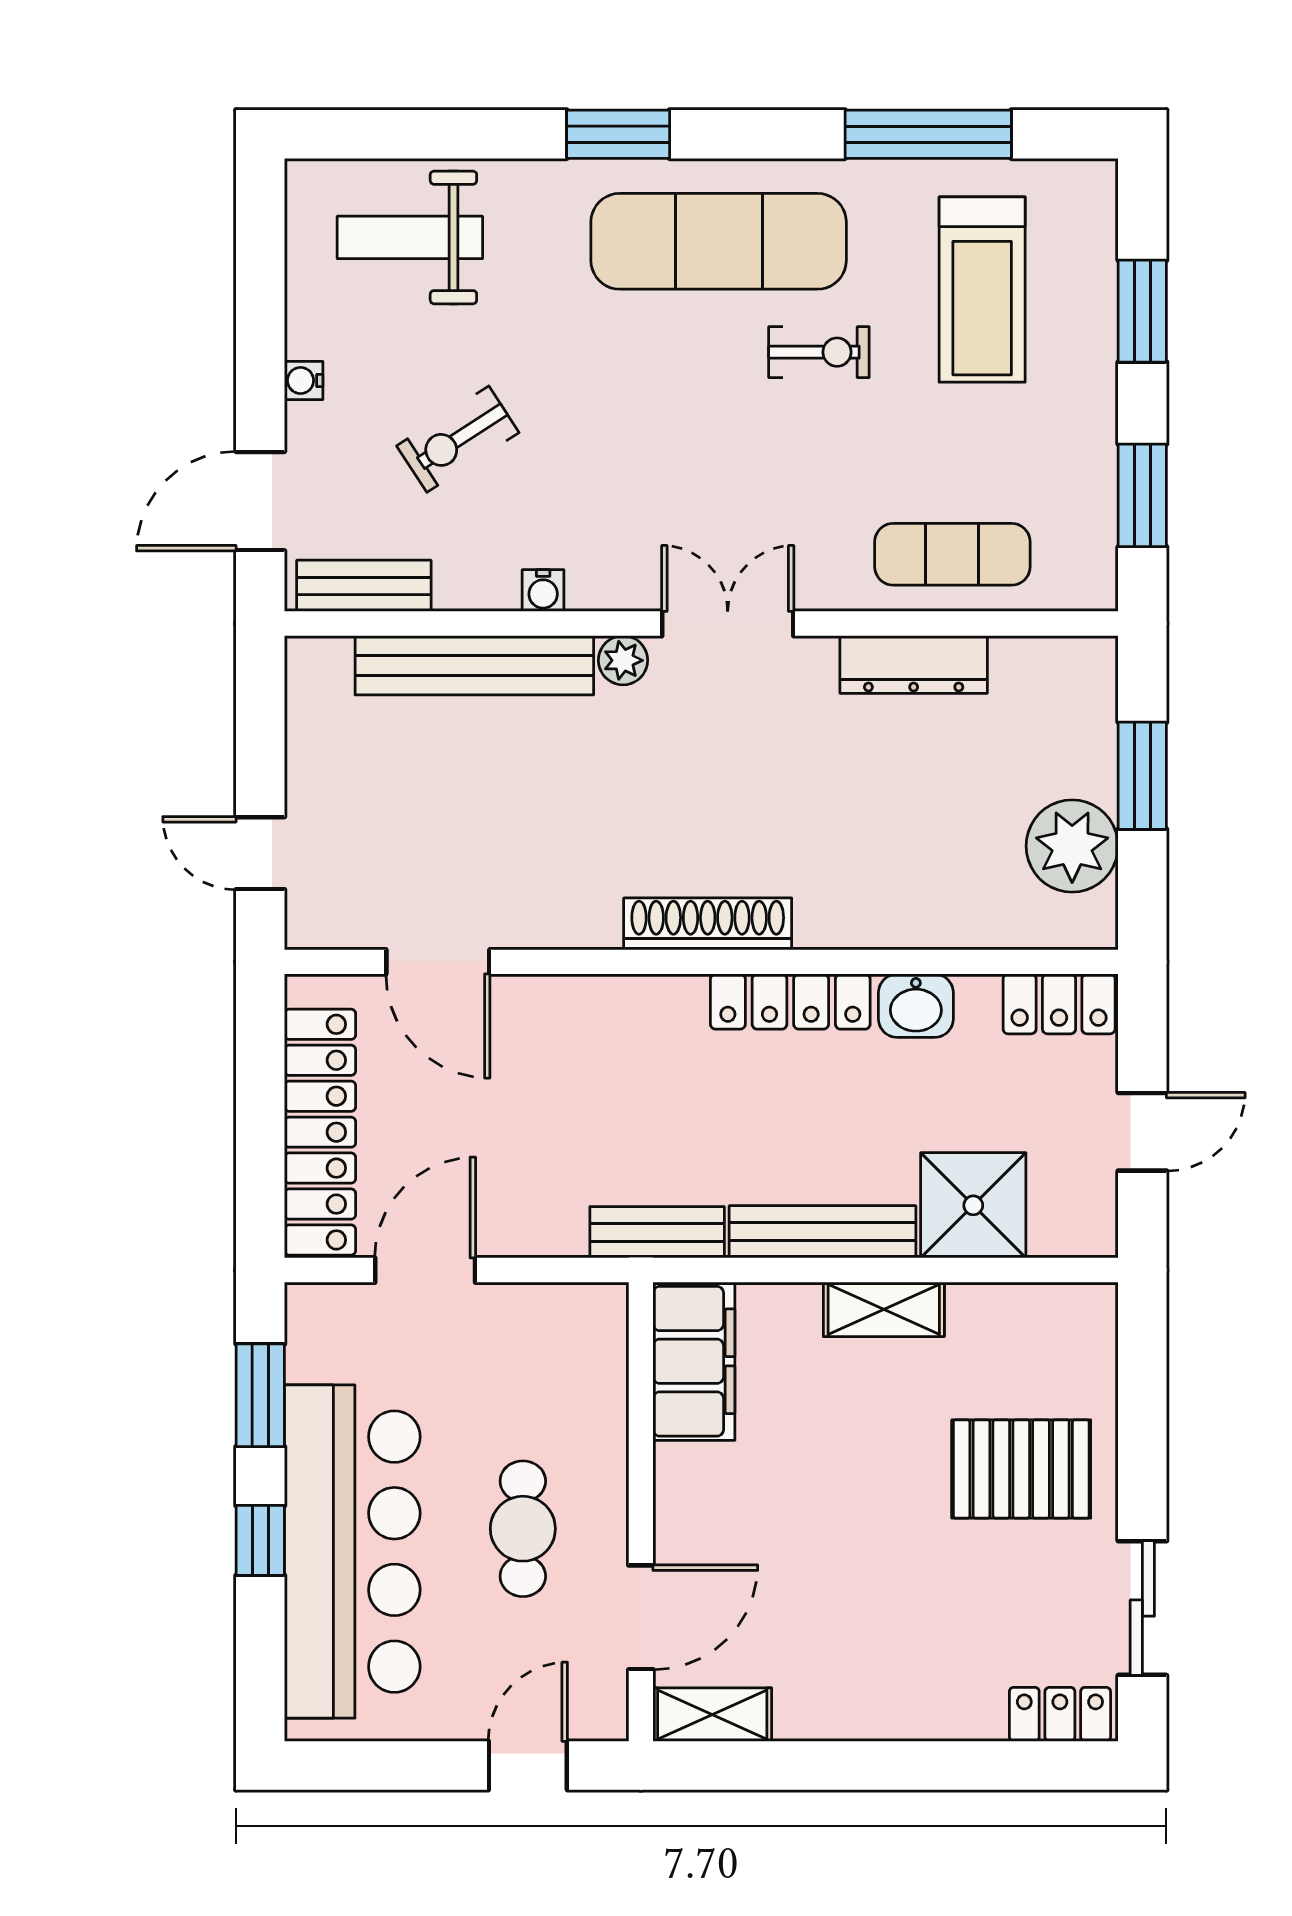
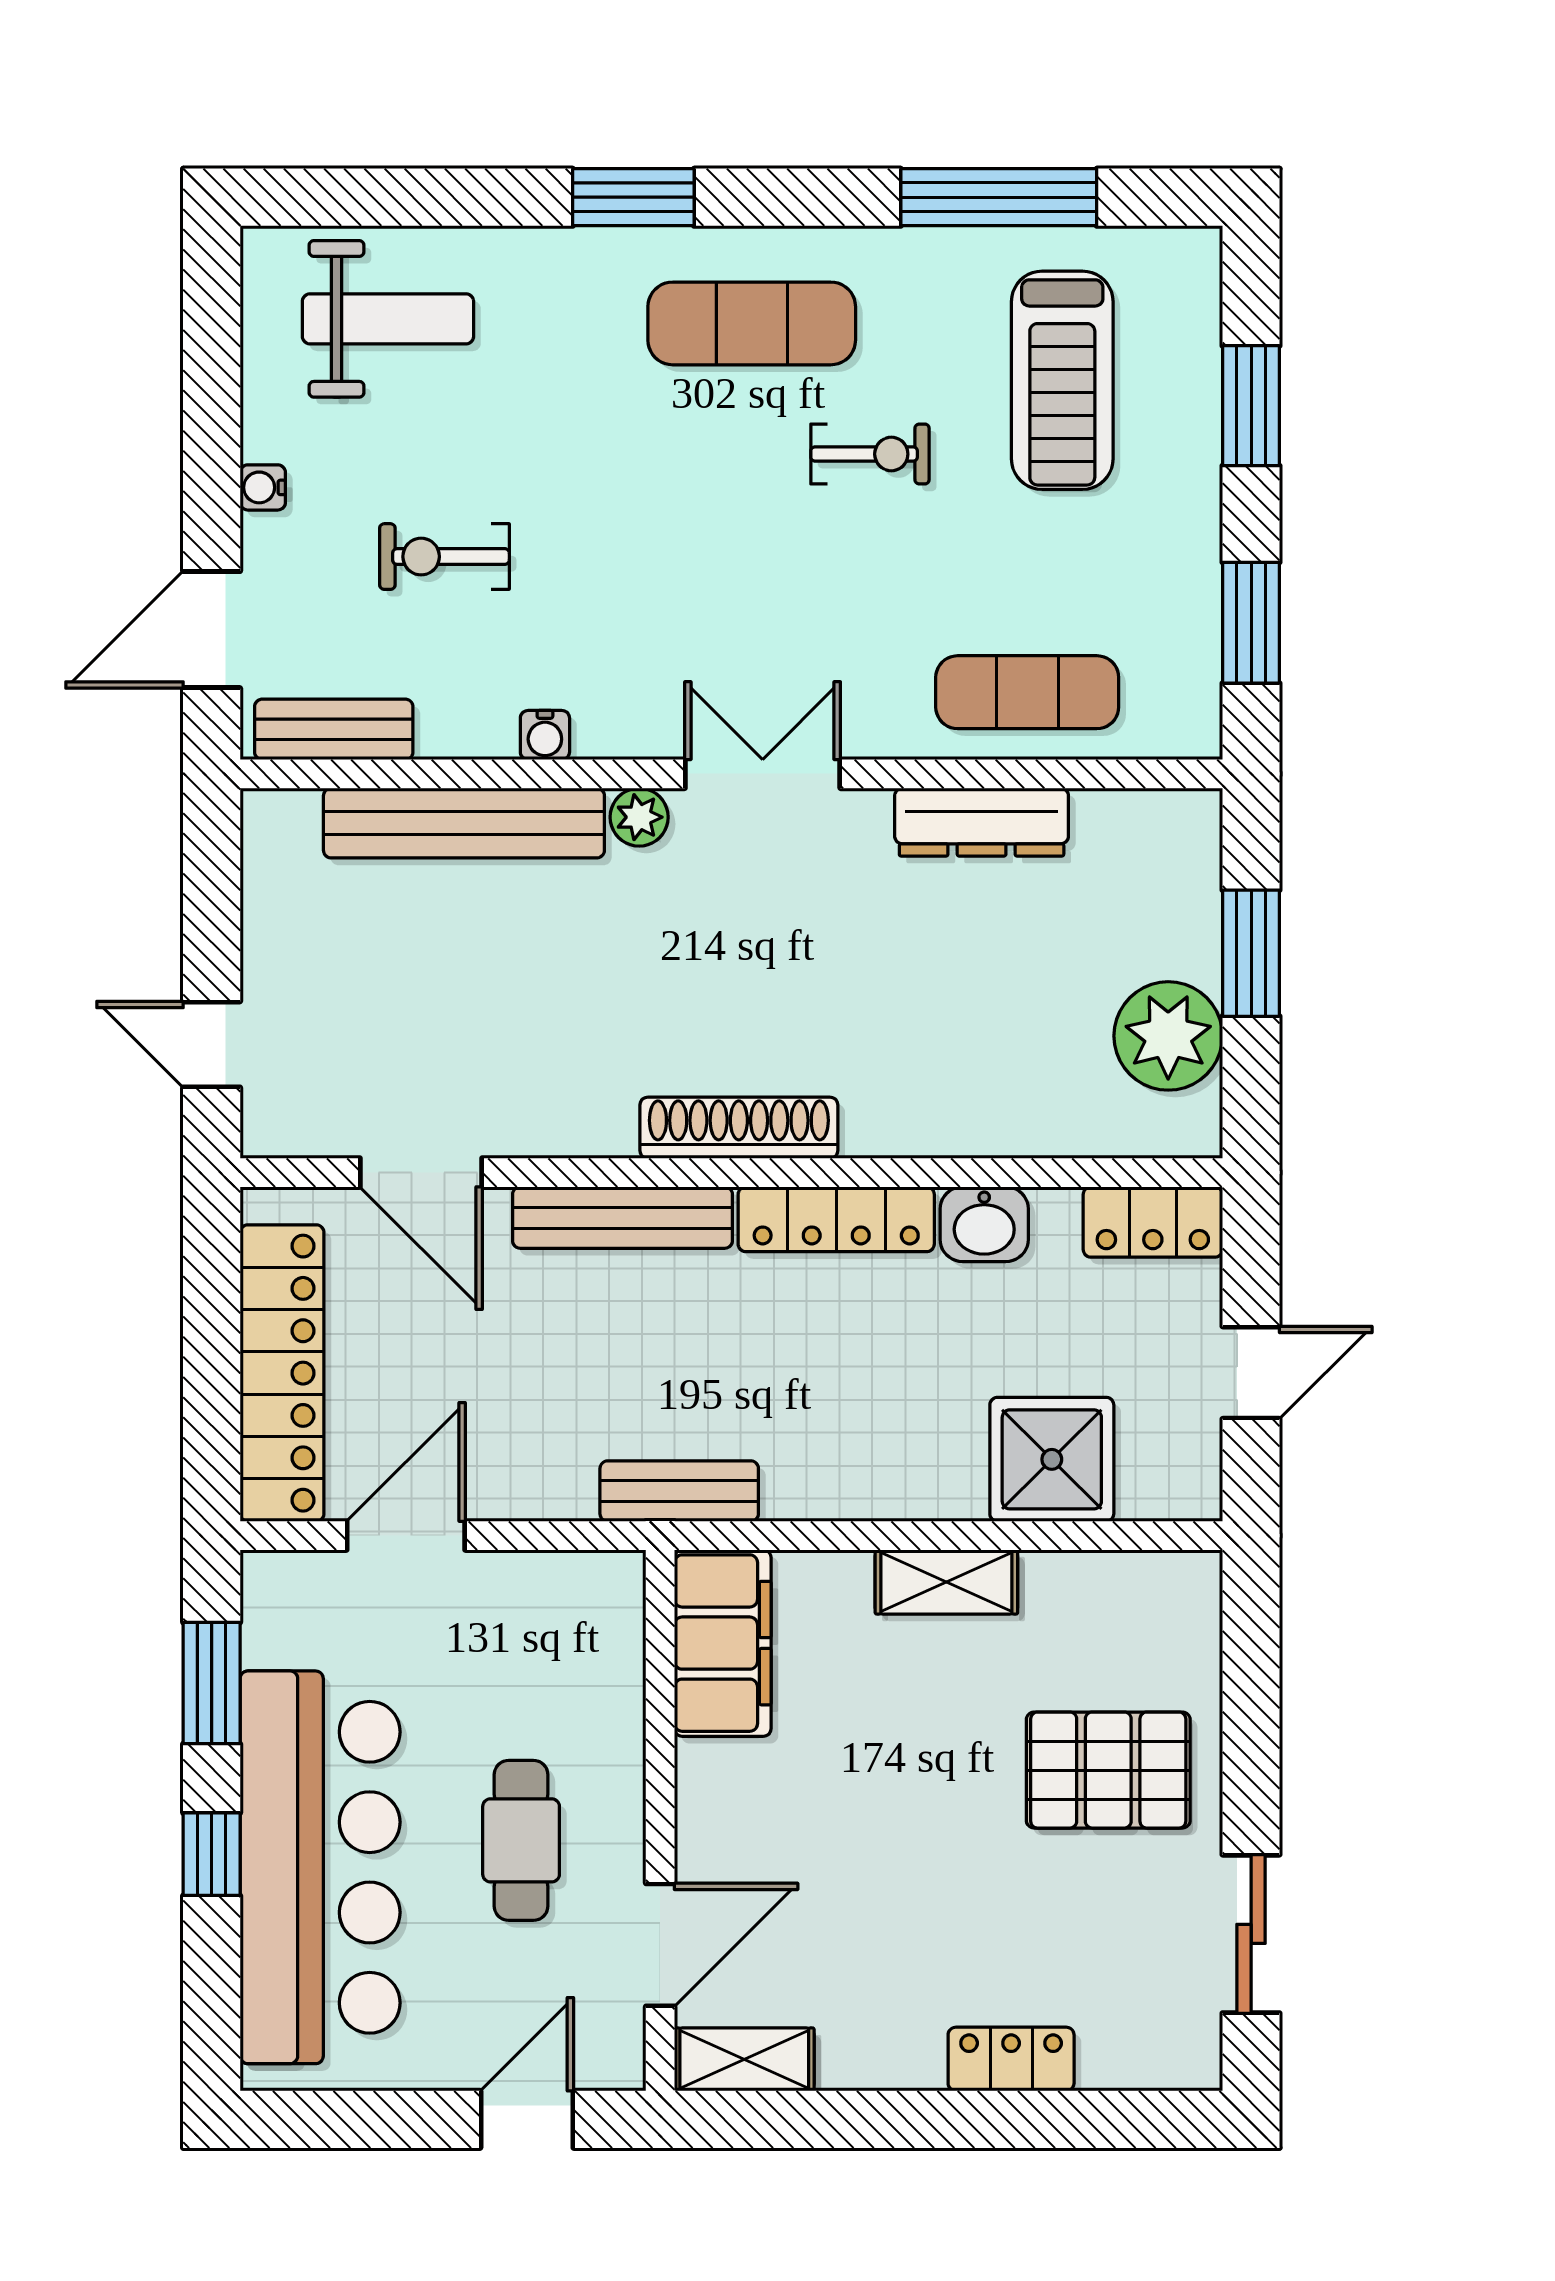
weight bench: (410, 237) -> (388, 319), turned 180
exercise mat: (719, 241) -> (752, 323), width x0.73, depth x0.69
exercise bike: (458, 439) -> (444, 557), turned 33
bench: (822, 1232) -> (622, 1218), moved
locker: (1060, 1714) -> (1011, 2059), moved

